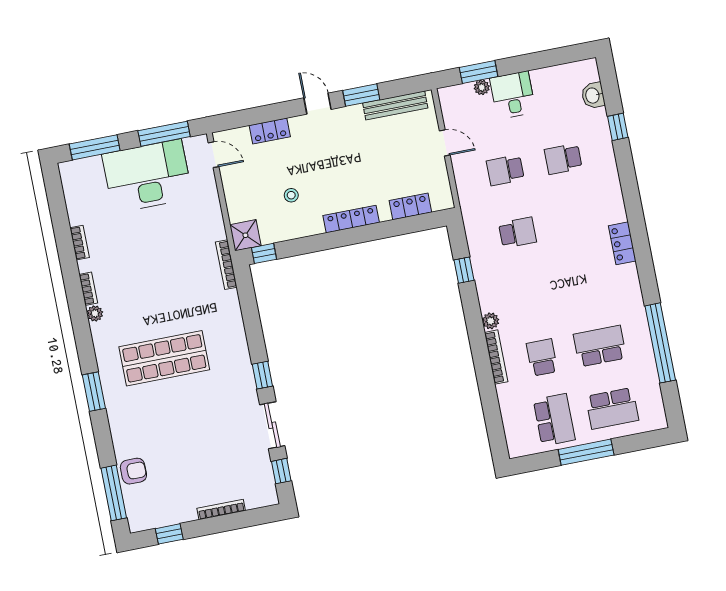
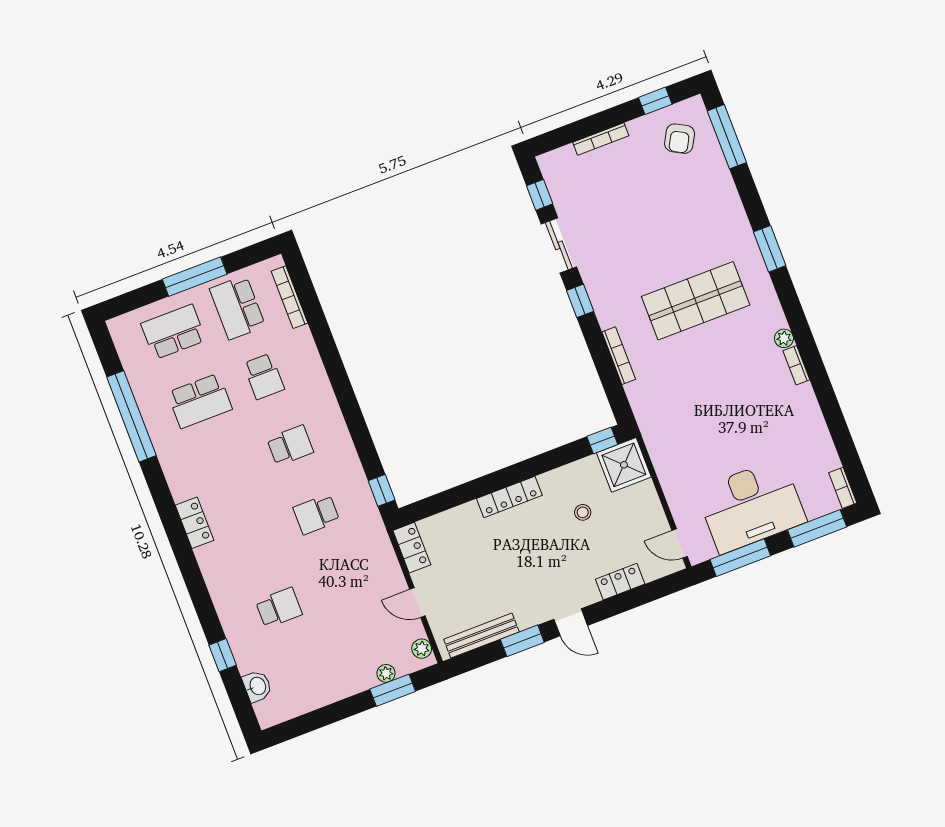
desk: (513, 95) -> (349, 671), removed
school desk: (505, 170) -> (290, 445), moved
locker: (410, 206) -> (412, 548), moved, turned -90
shower: (245, 235) -> (624, 465), width x1.36, depth x1.36
bookcase: (80, 243) -> (843, 488), moved
bookcase: (226, 265) -> (619, 356), moved
window: (464, 270) -> (382, 490), moved
plant: (491, 321) -> (422, 649), moved
bookcase: (496, 357) -> (289, 297), moved
armchair: (133, 471) -> (680, 139), moved, turned -61

